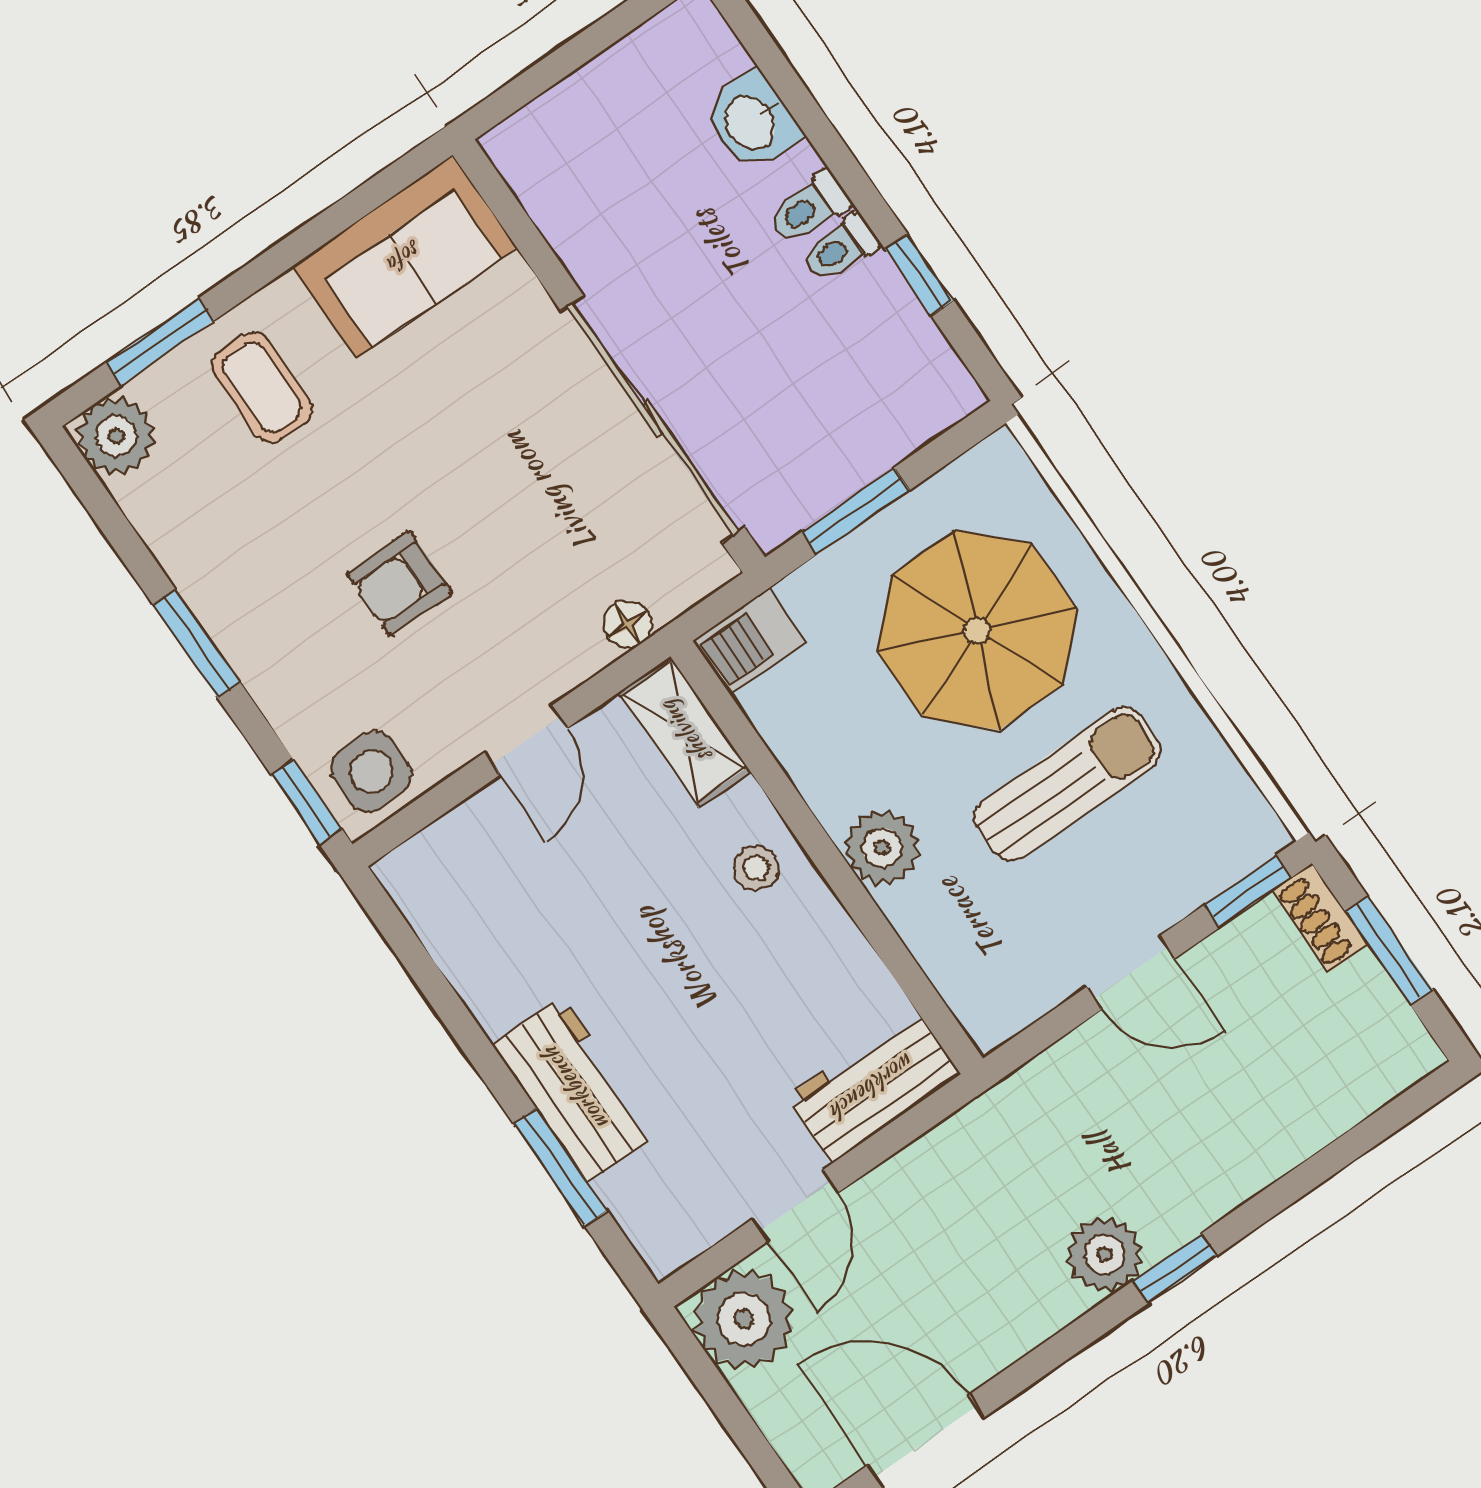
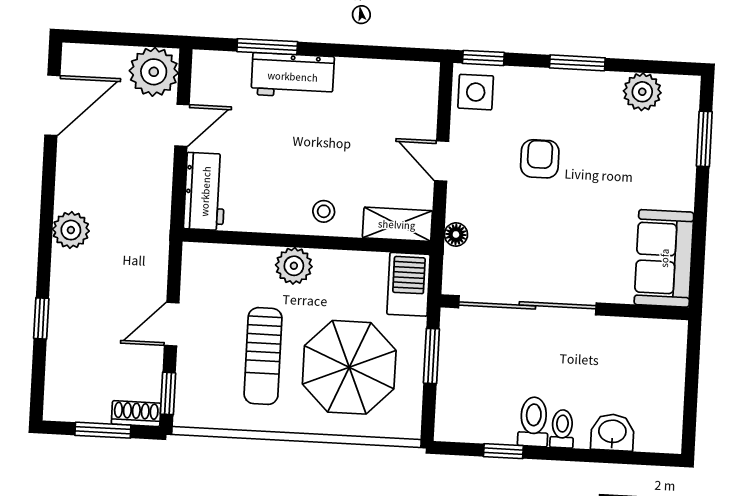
toilet: (840, 248) -> (533, 422), width x1.37, depth x1.39
coffee table: (262, 387) -> (656, 164), removed
plant: (116, 436) -> (642, 92), moved
barbecue: (749, 641) -> (408, 284), width x1.38, depth x1.27
door: (795, 1206) -> (182, 125), swing flipped
window: (1175, 1268) -> (41, 318), moved

